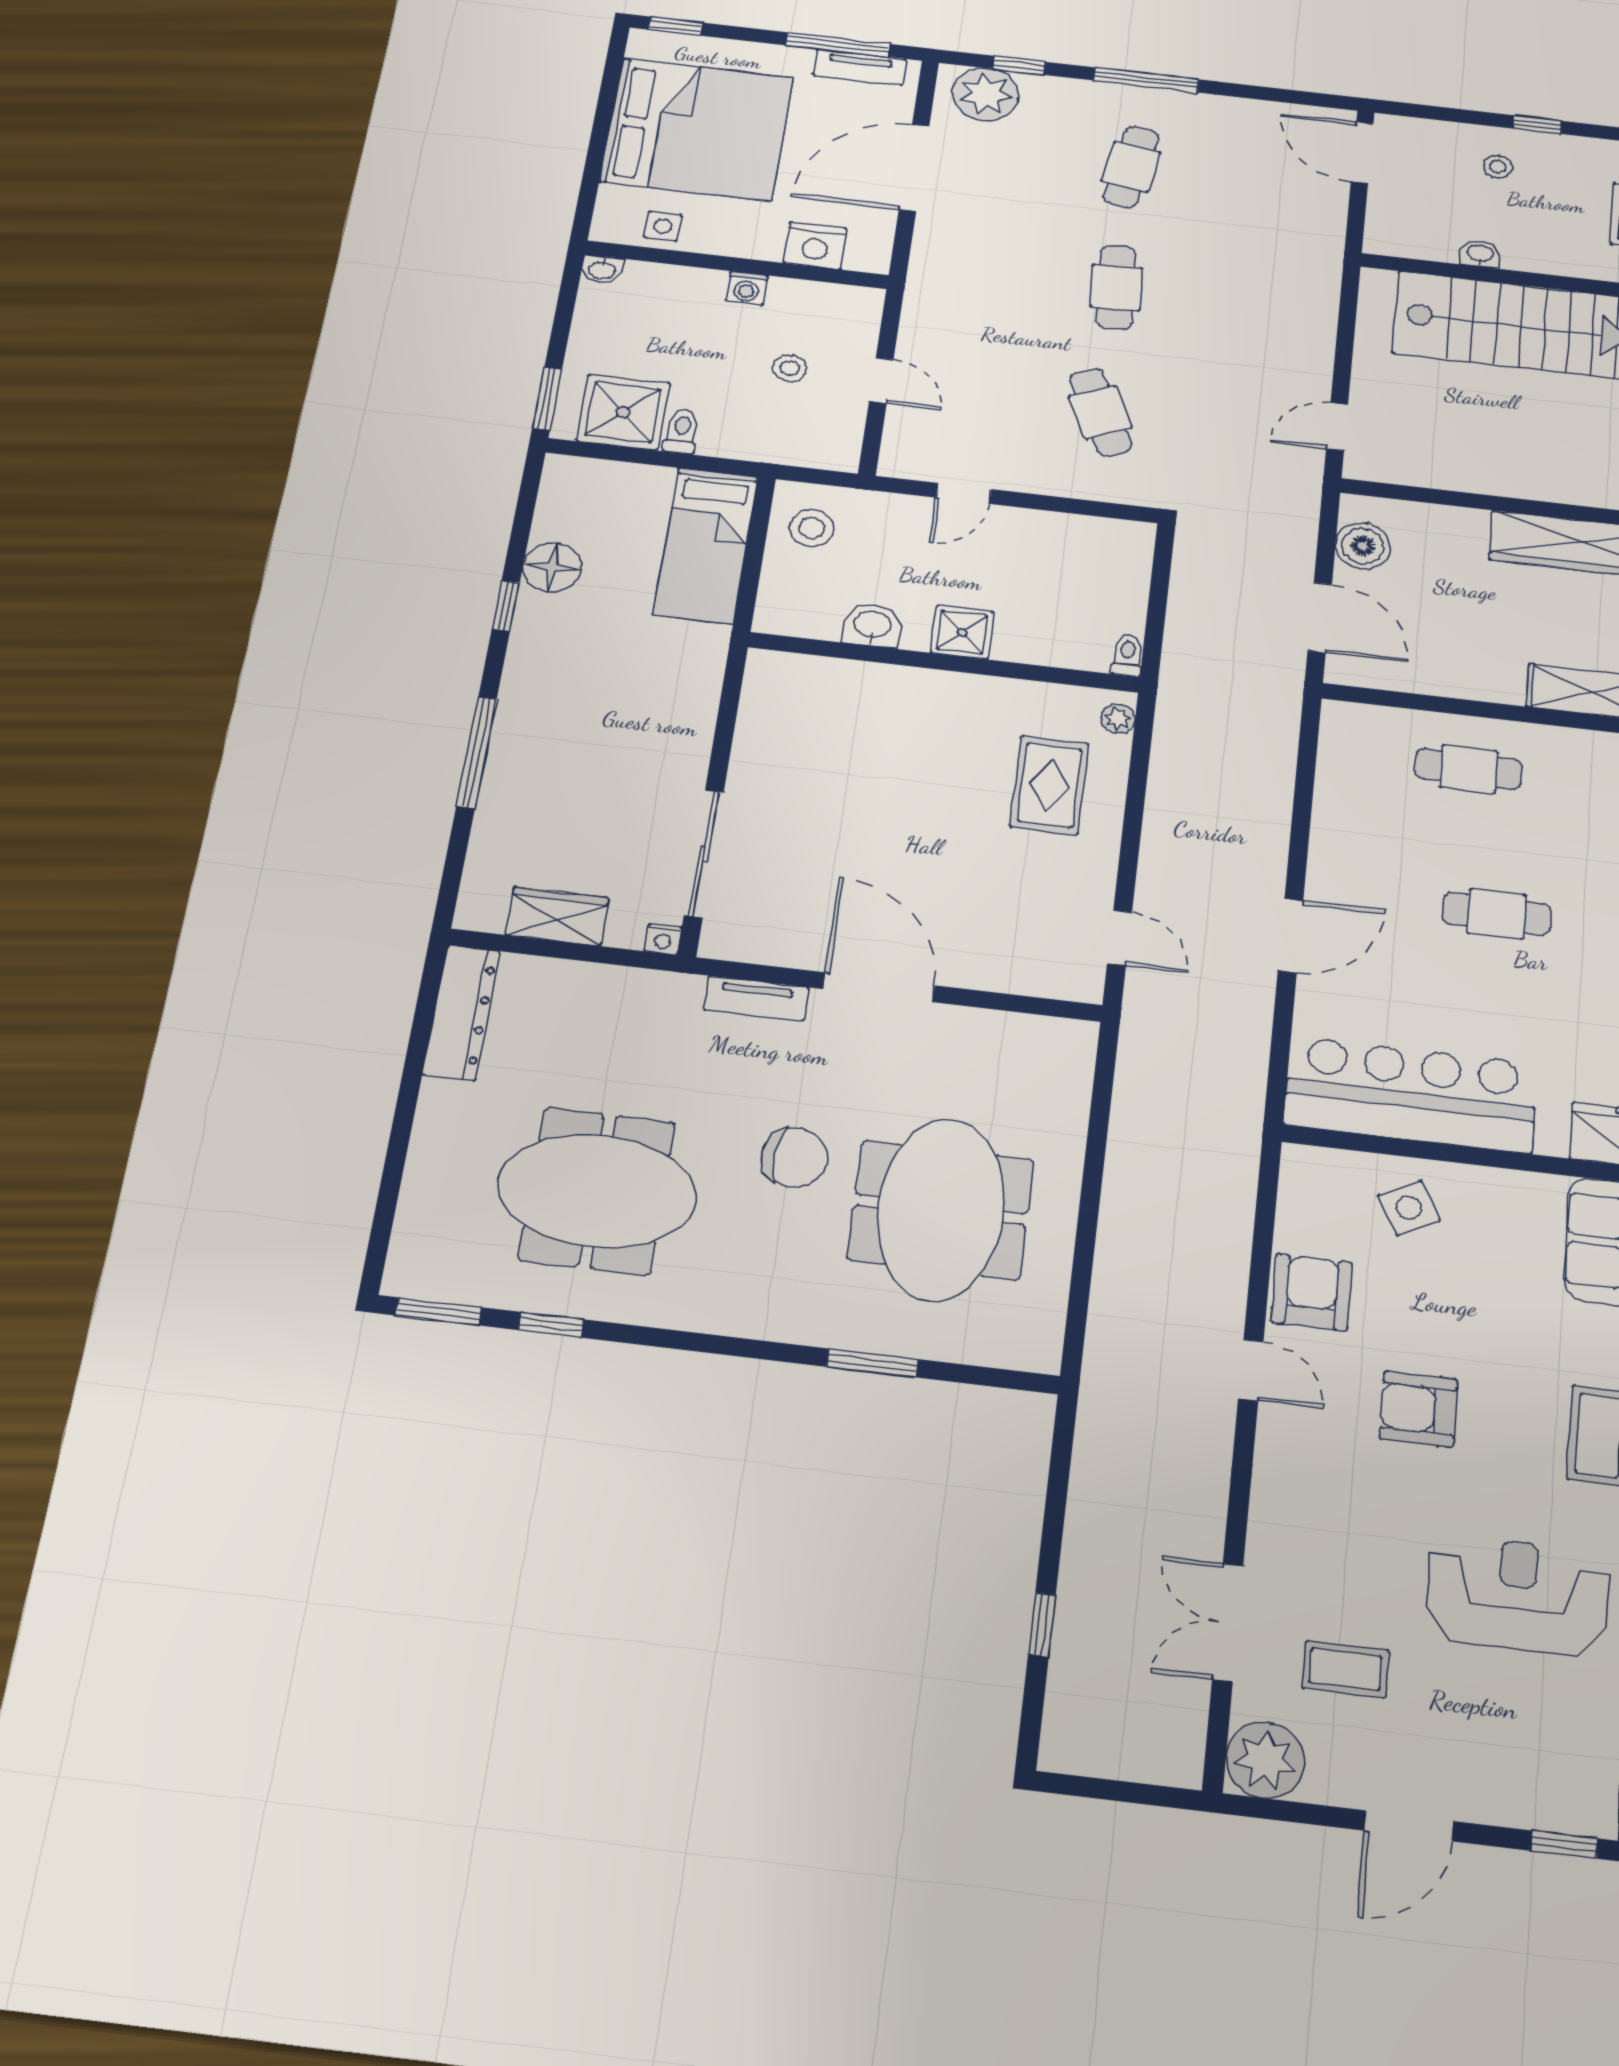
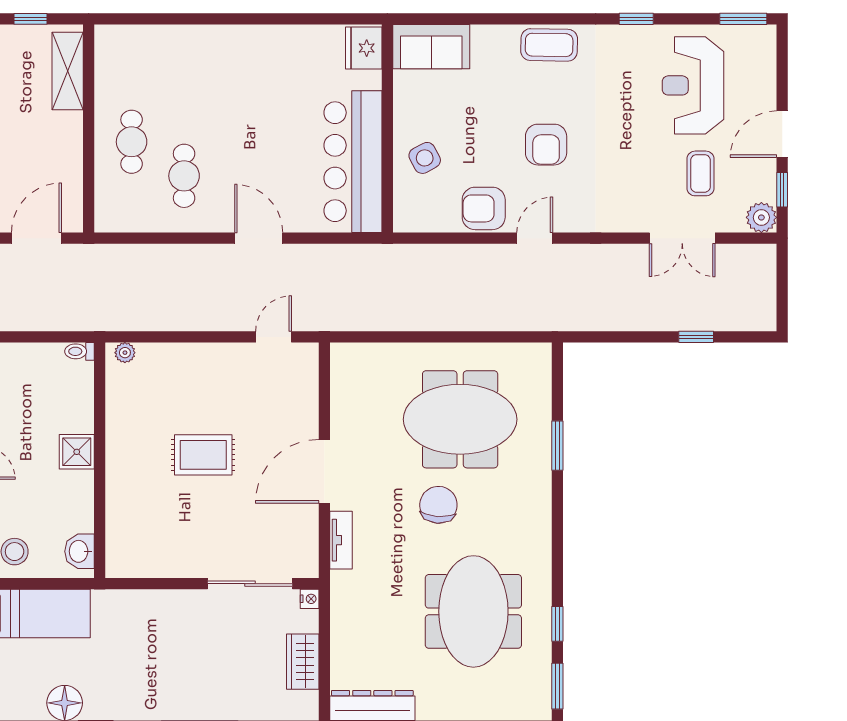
washbasin: (872, 625) -> (79, 551), moved
rug: (1049, 785) -> (203, 455), moved
cafe table: (1496, 914) -> (184, 176), moved
reception desk: (1517, 1596) -> (693, 85), moved
plant: (1265, 1760) -> (761, 217), width x0.73, depth x0.73
door: (1409, 1826) -> (782, 134), swing flipped
window: (1564, 1845) -> (782, 190), moved

